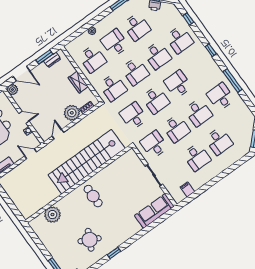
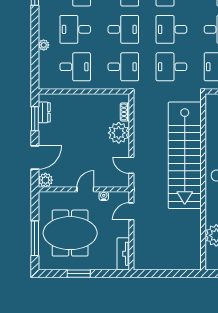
wardrobe: (78, 82) -> (90, 101), removed
desk: (156, 100) -> (171, 29), turned 180

